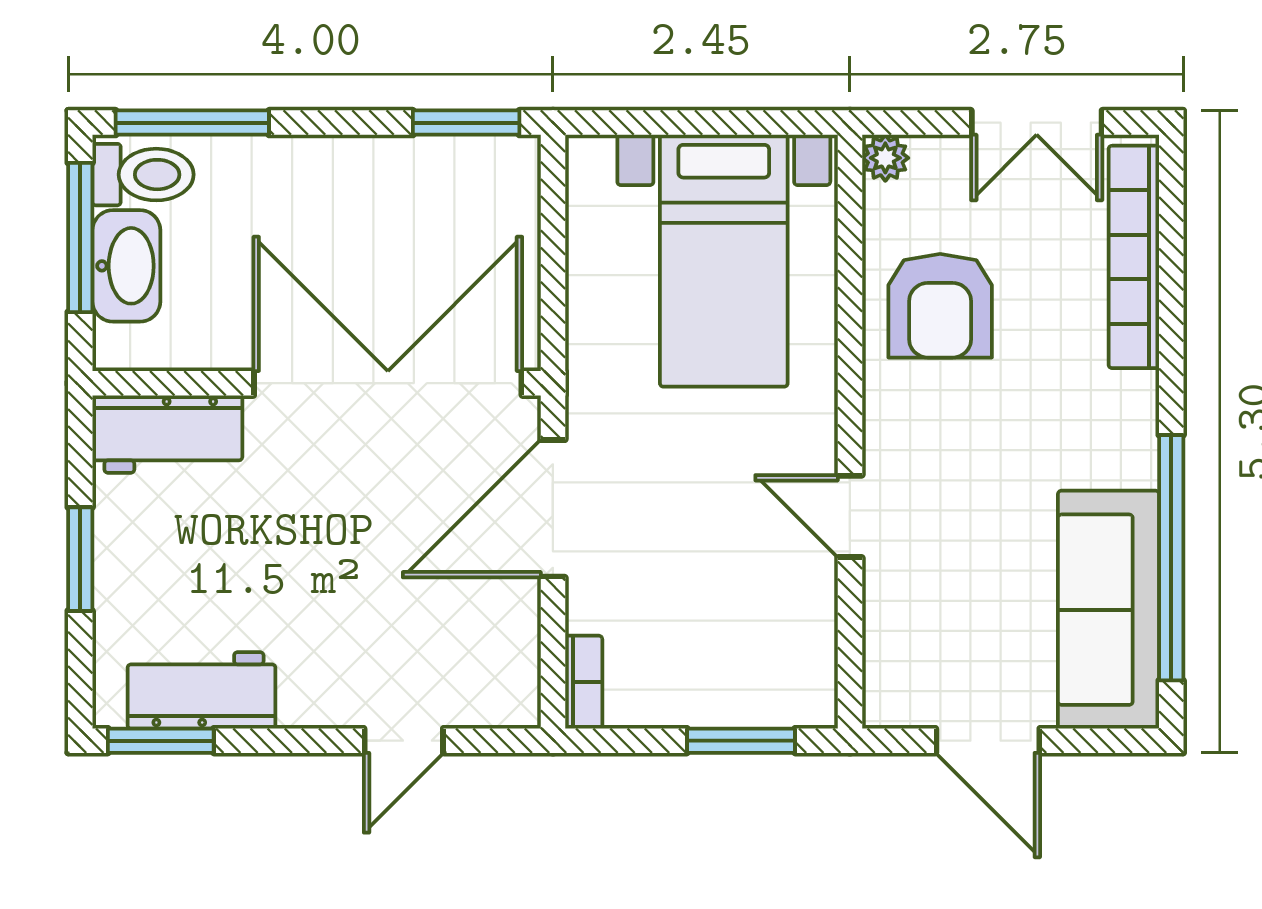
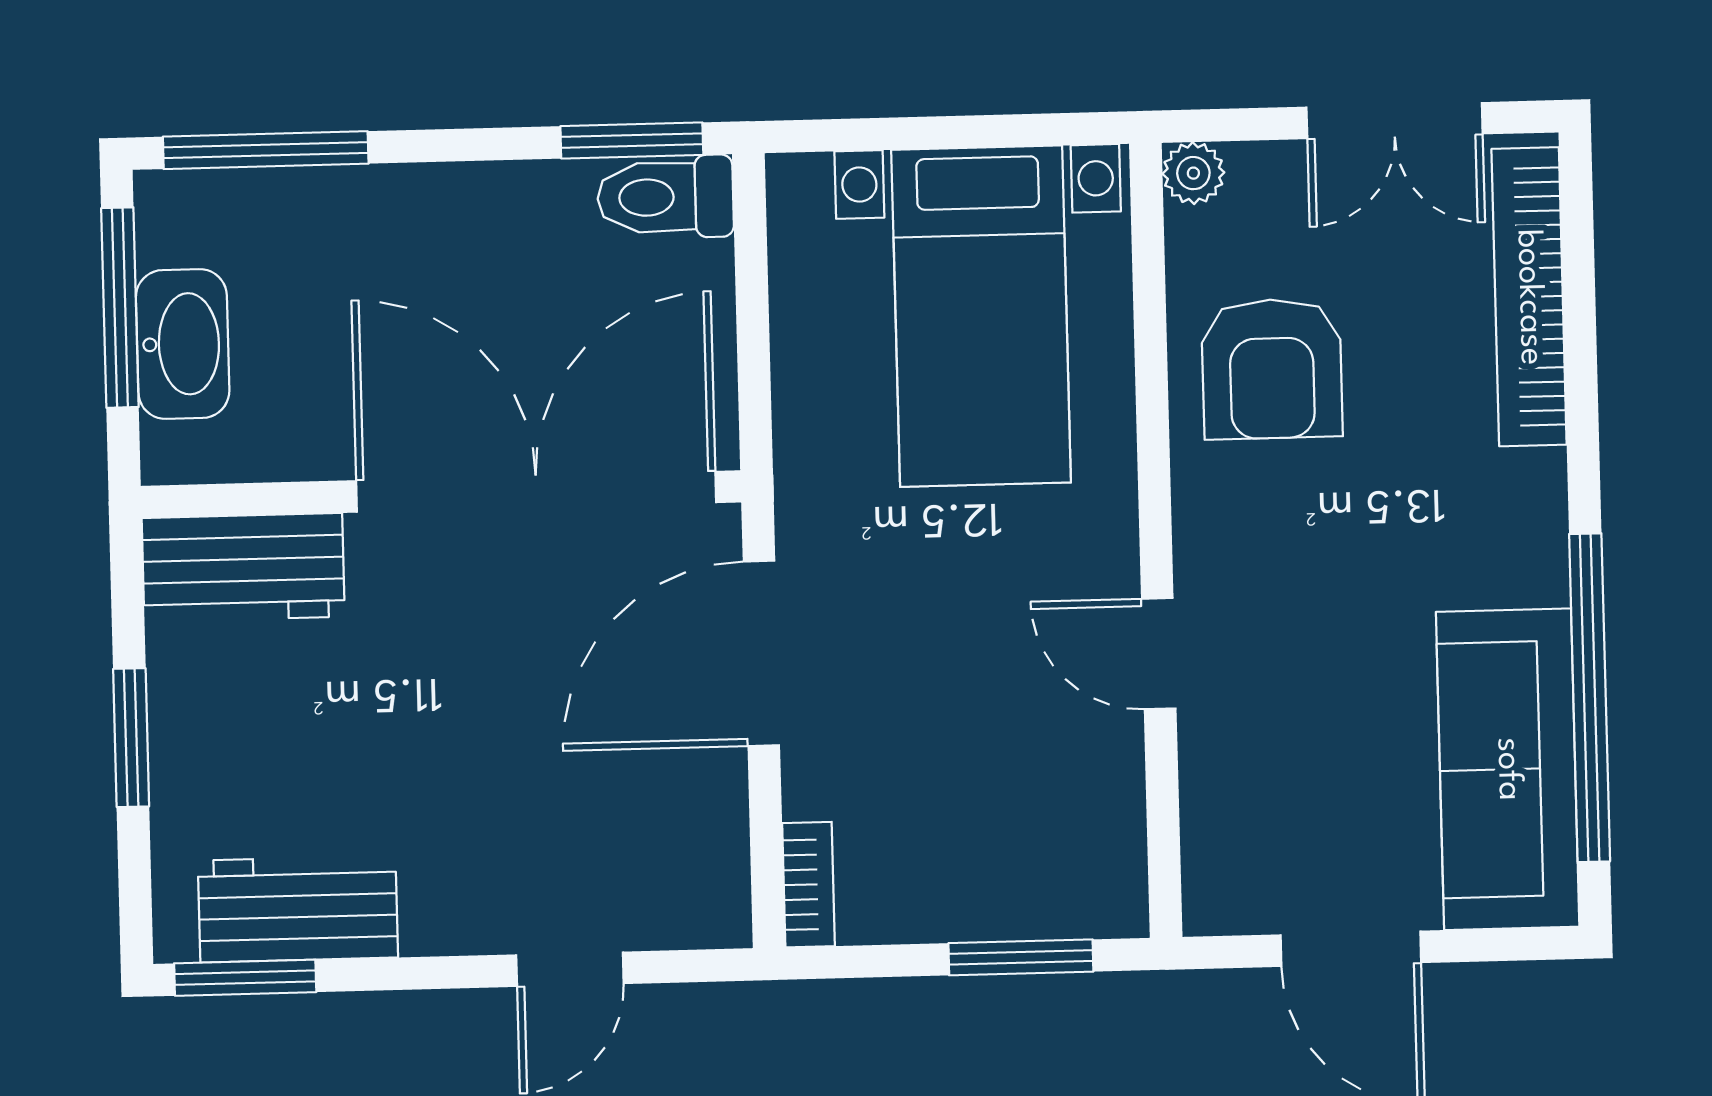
toilet: (143, 175) -> (665, 197), moved, turned 180

